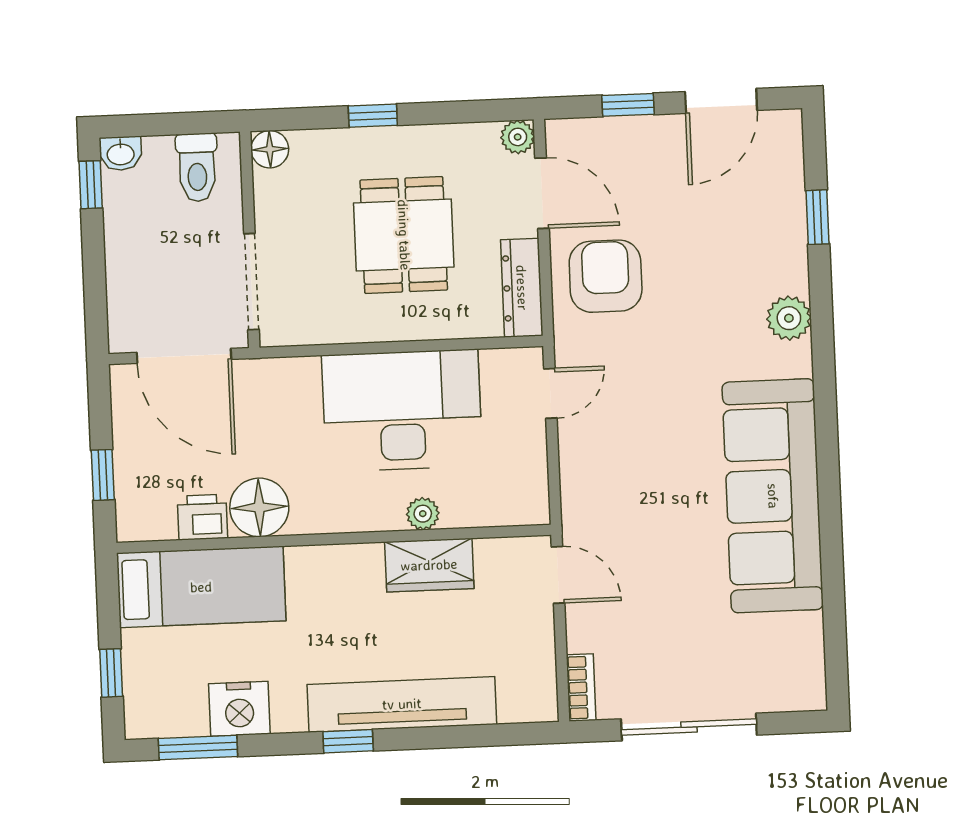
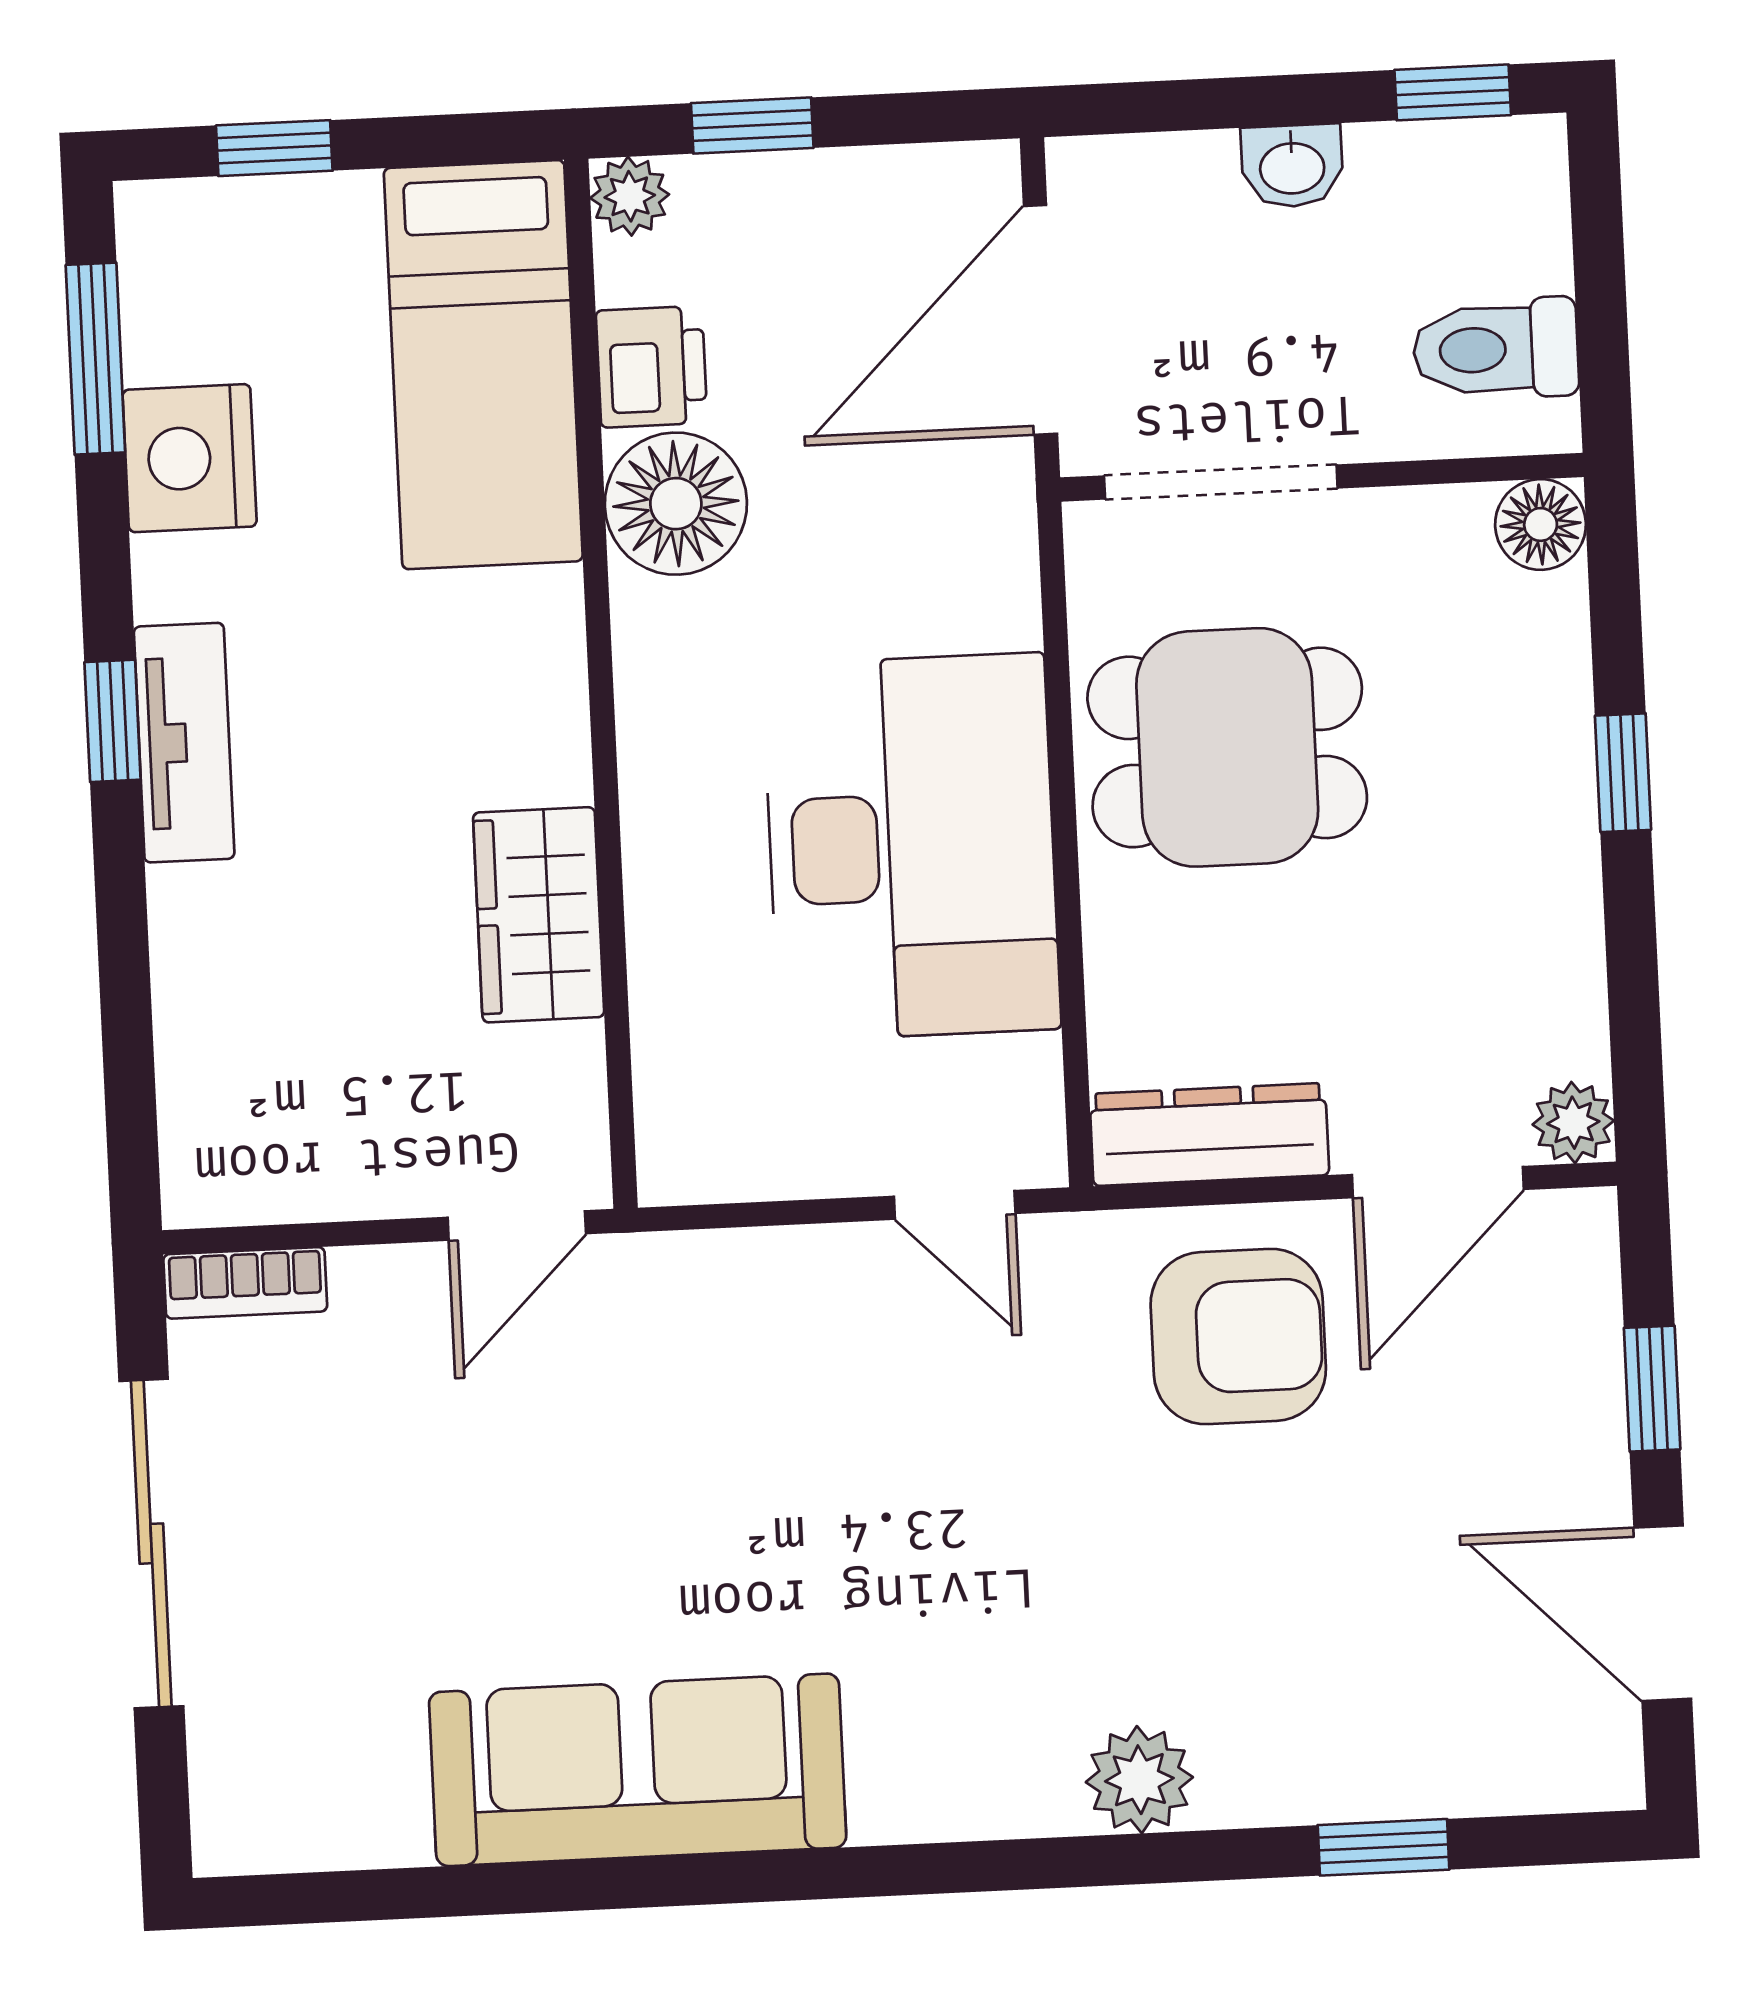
washbasin: (121, 153) -> (1292, 166), moved, turned -90
dining table: (404, 235) -> (1227, 747), moved
sofa: (773, 496) -> (638, 1770), width x0.74, depth x0.79
plant: (423, 514) -> (630, 196), moved
tv unit: (402, 704) -> (184, 743), width x0.52, depth x0.78

